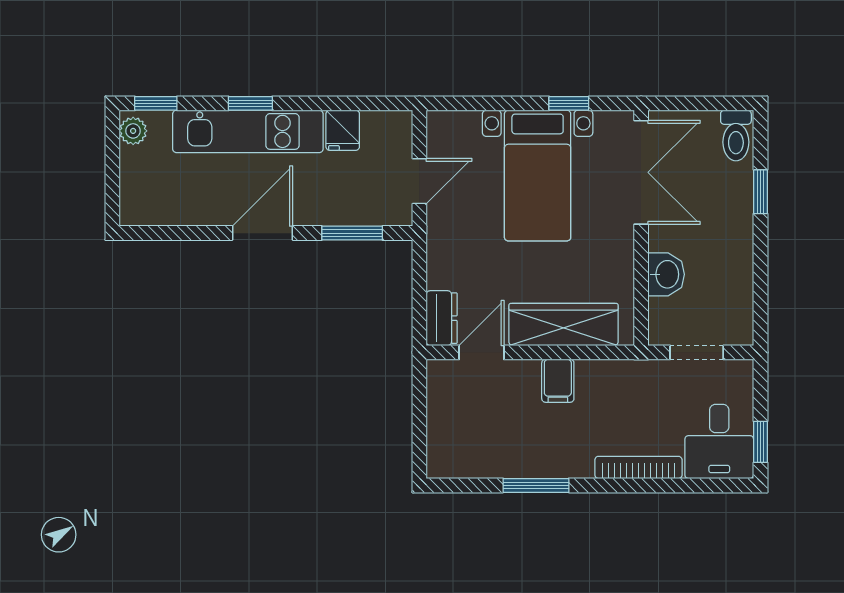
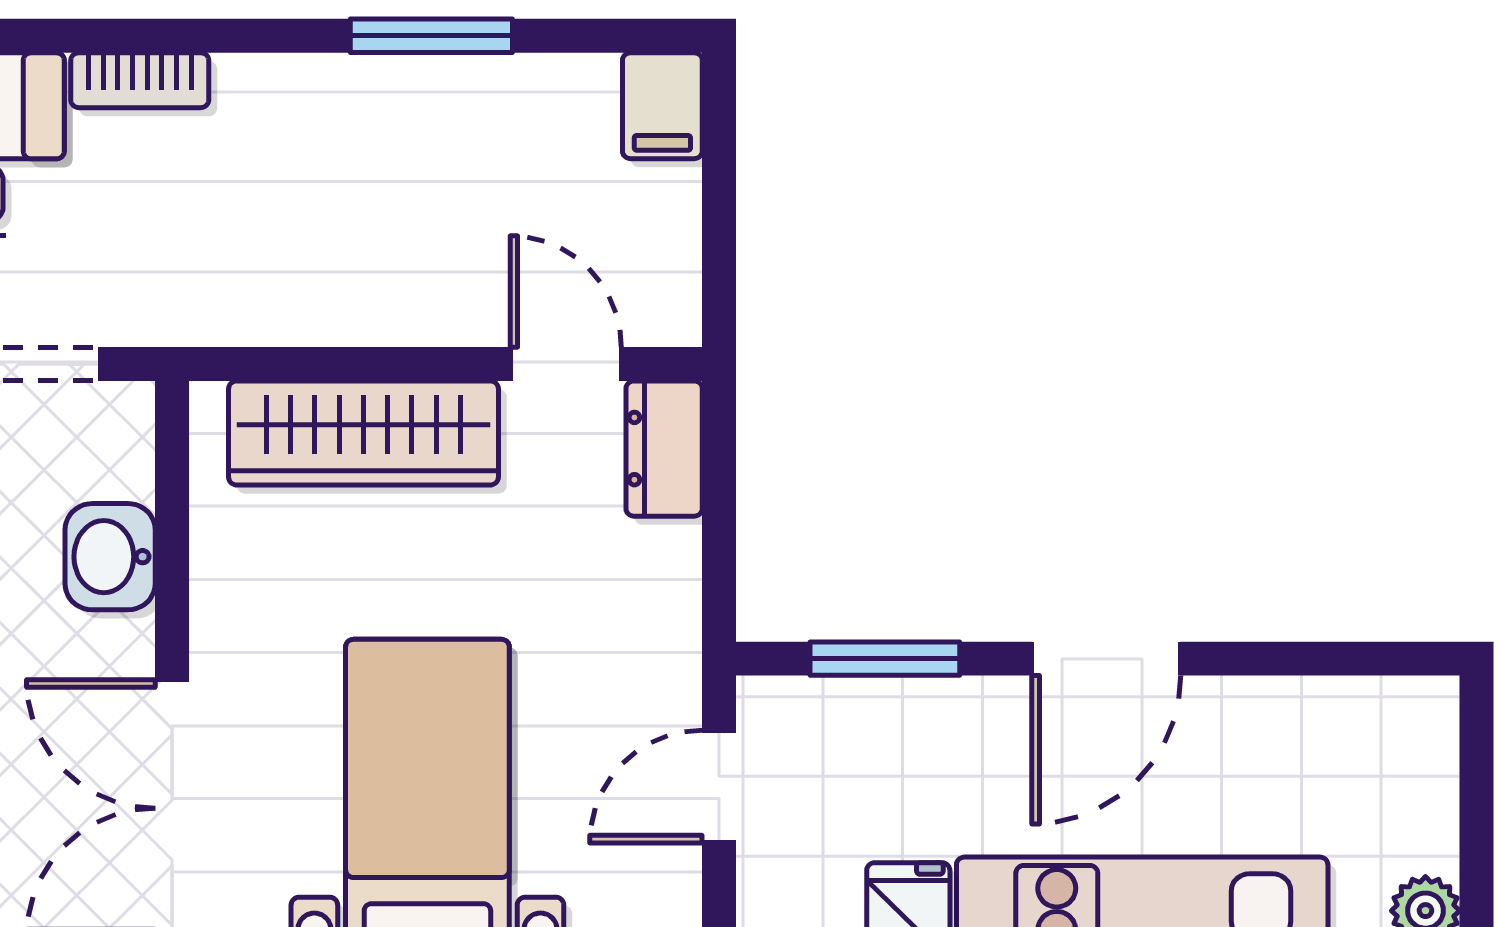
door: (482, 352) -> (566, 364), swing flipped
filing cabinet: (558, 381) -> (662, 106), moved, turned 180
bookcase: (638, 467) -> (140, 80), width x0.64

